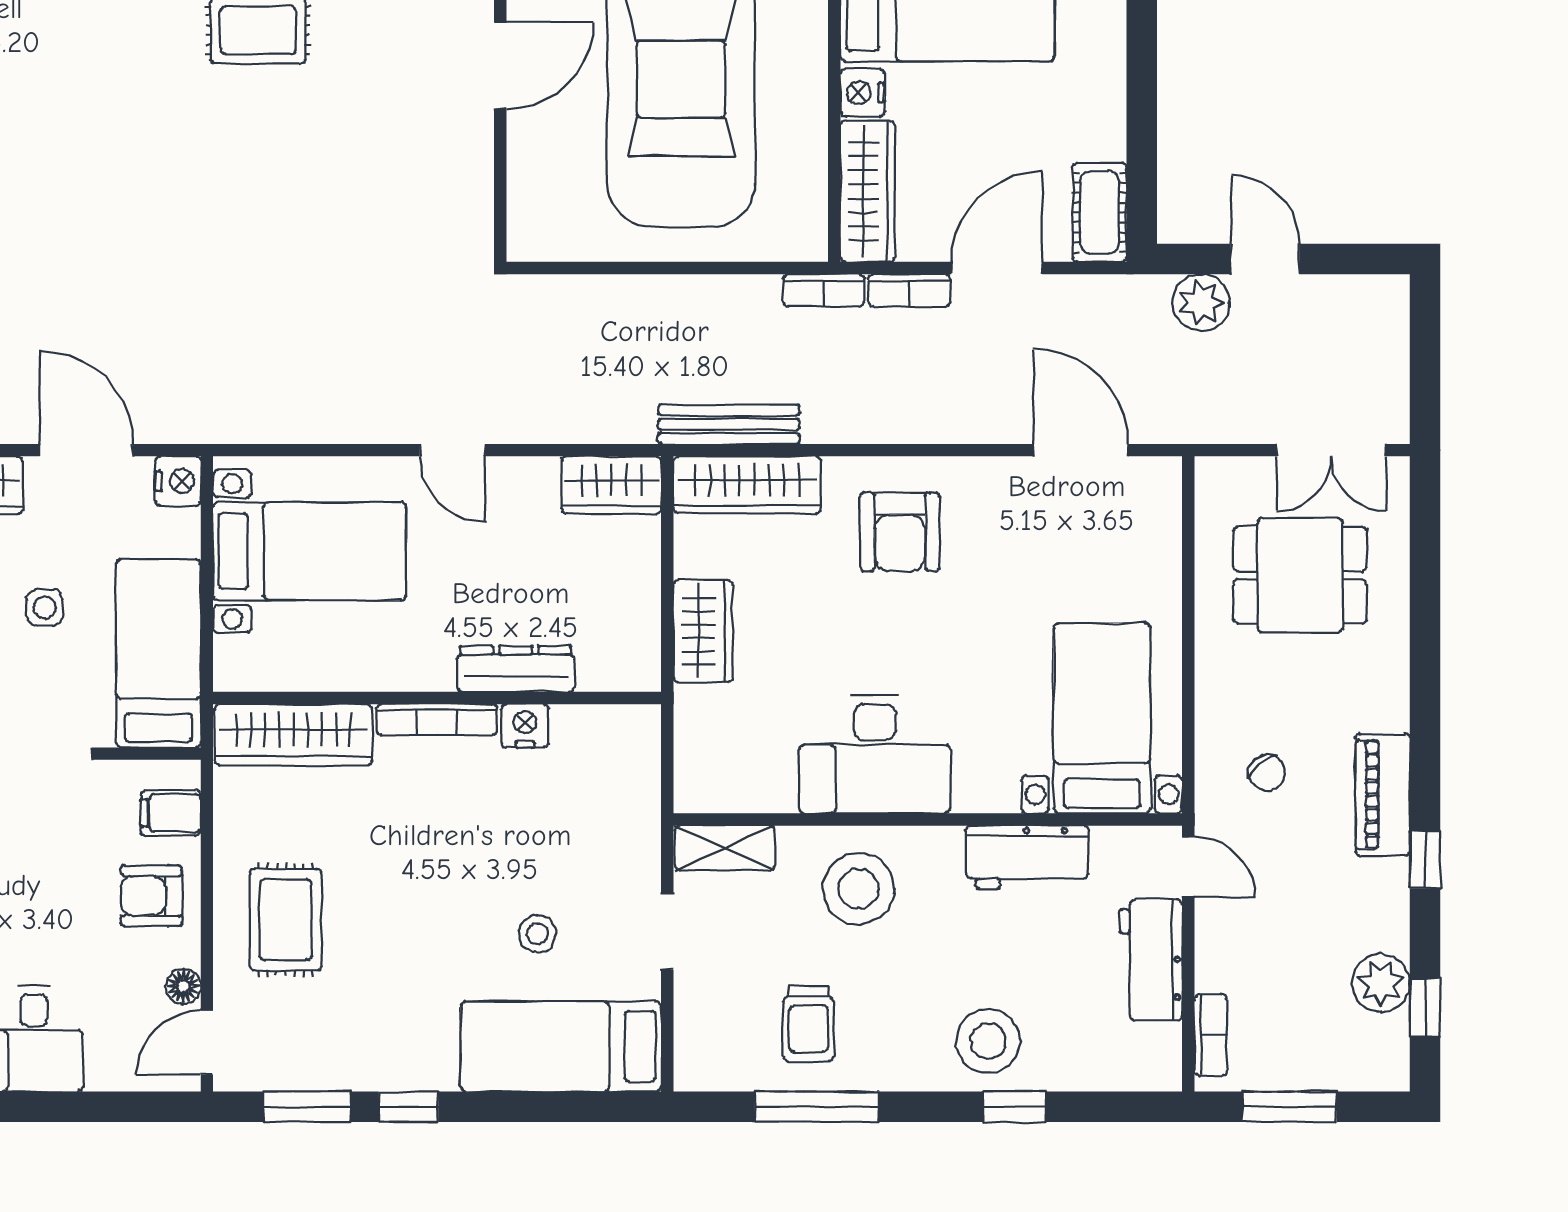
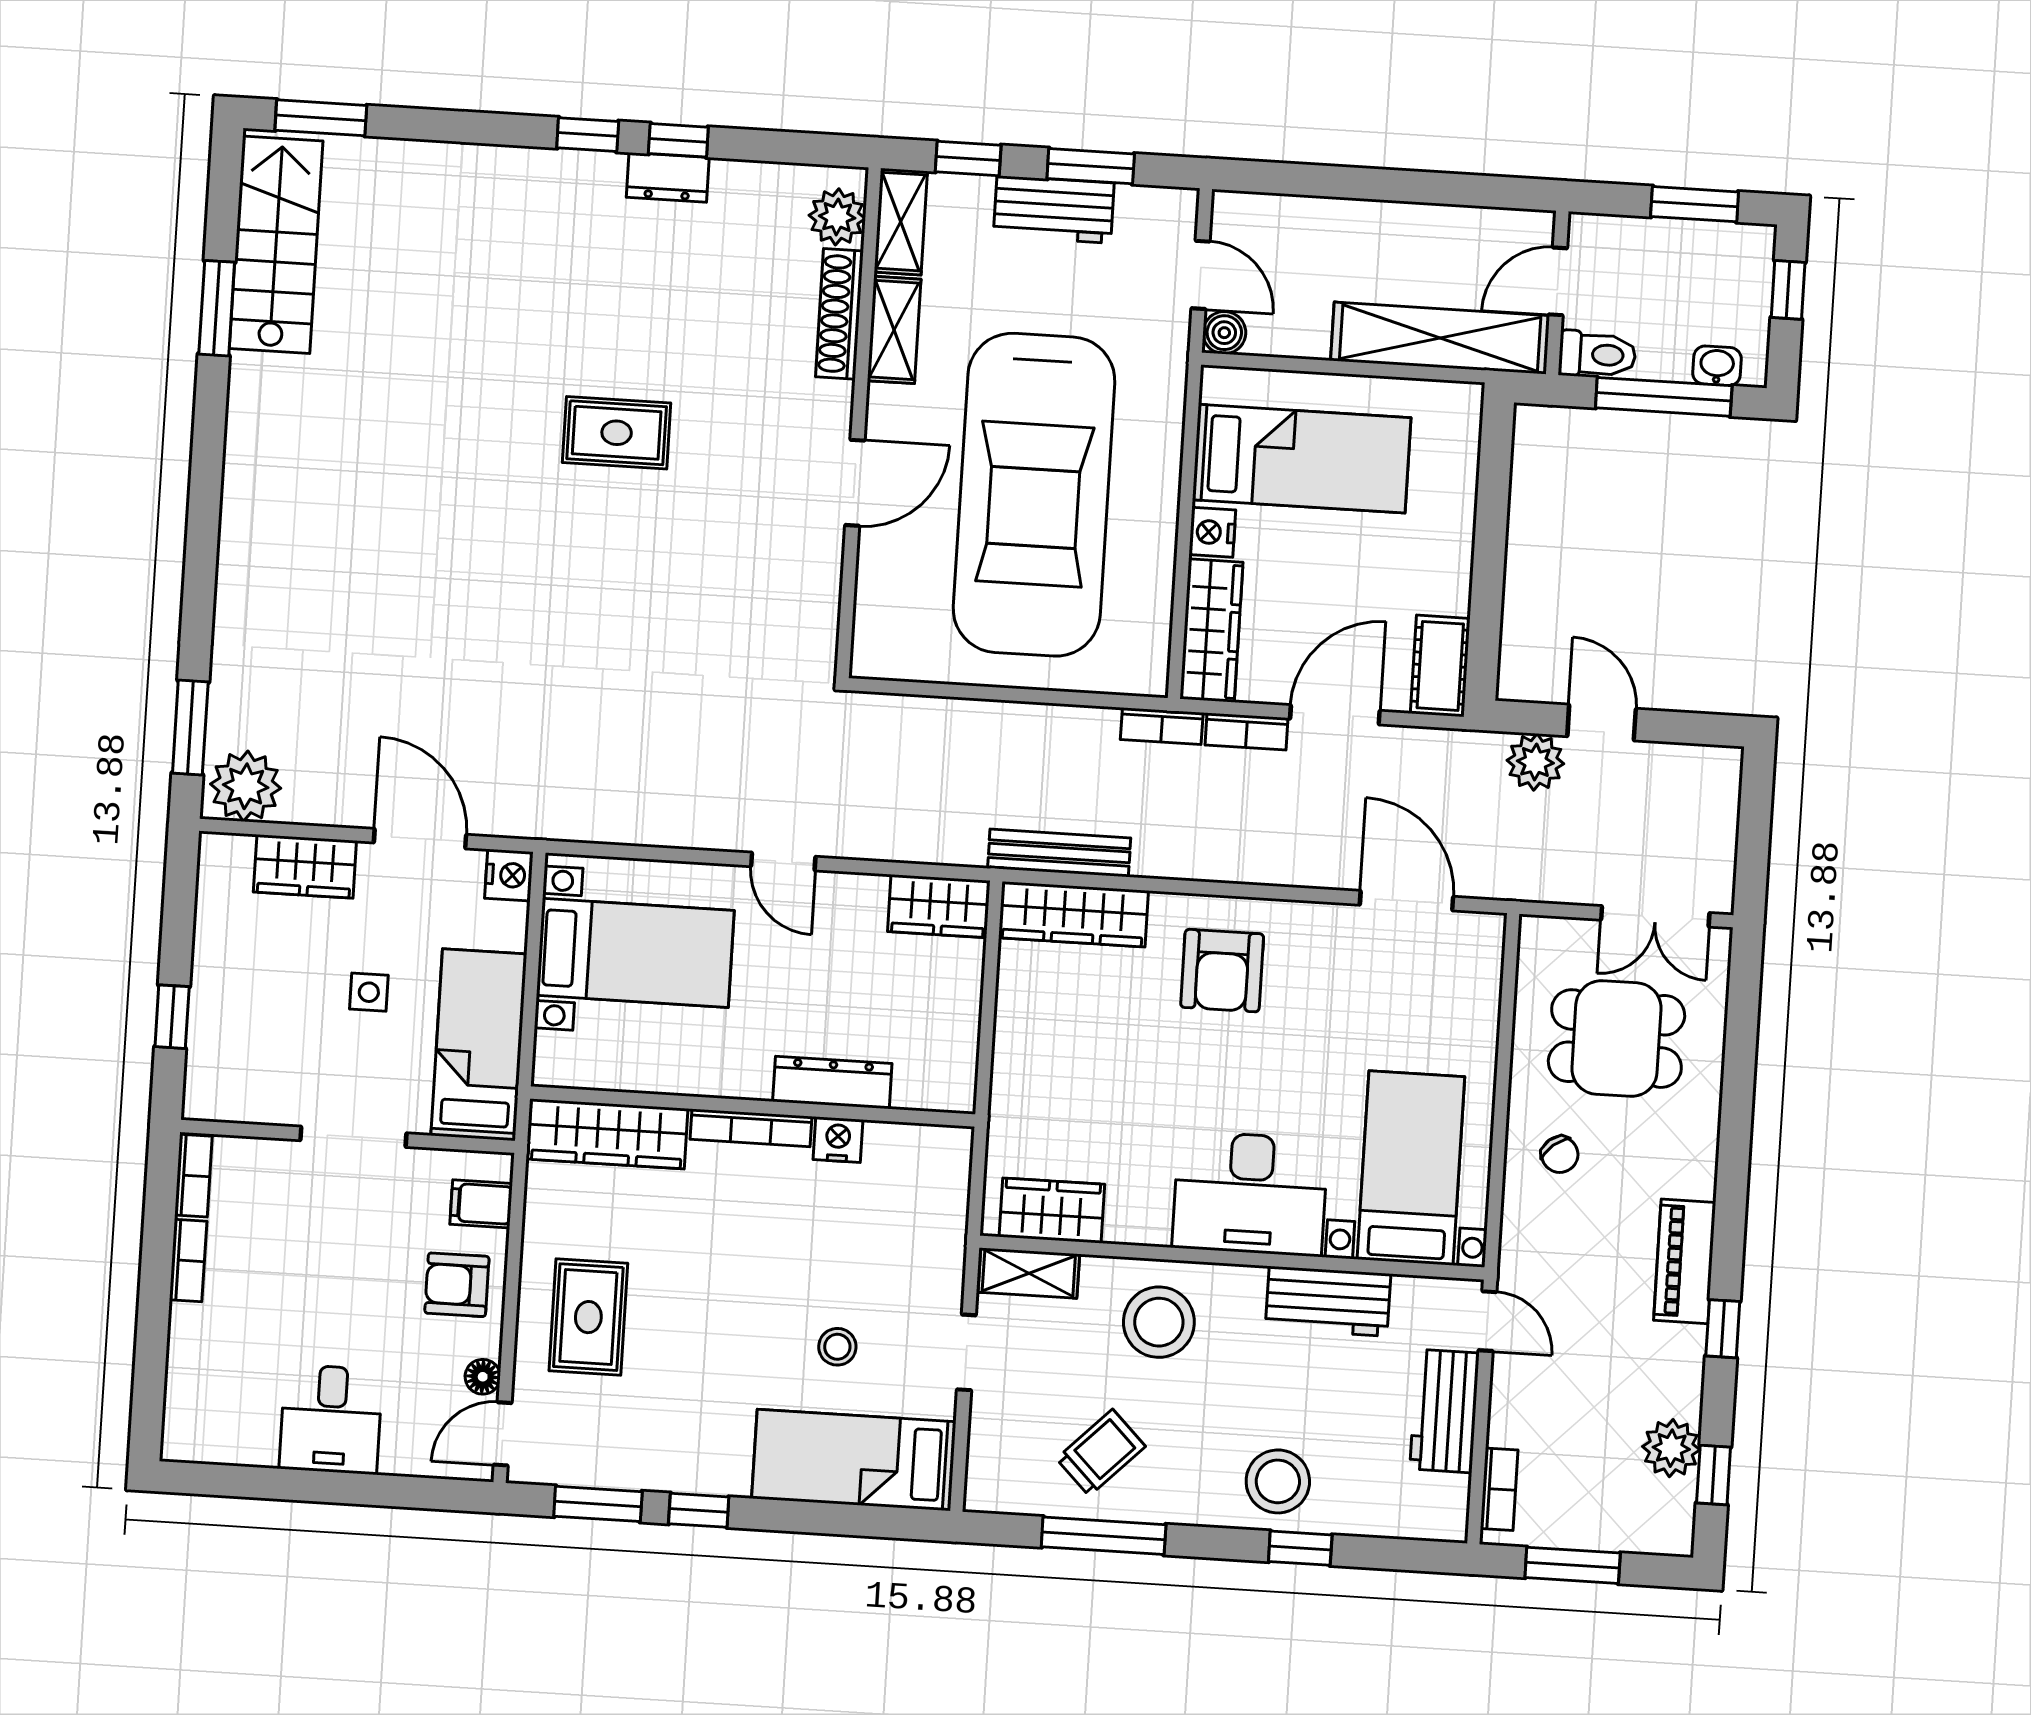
wardrobe: (703, 631) -> (1052, 1211), moved, turned -90
desk: (875, 754) -> (1250, 1194), moved
chair: (1267, 773) -> (1560, 1155), moved
trolley: (809, 1024) -> (1101, 1453), turned -135

